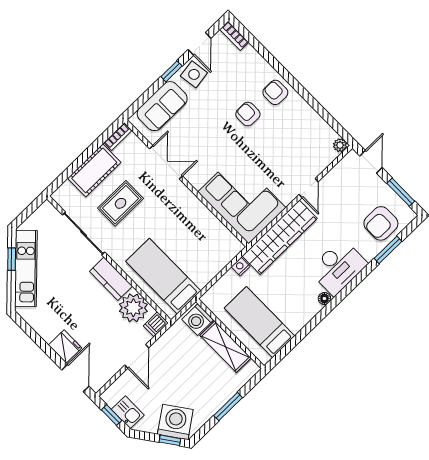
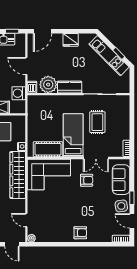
armchair: (248, 114) -> (87, 180), moved
cot: (94, 170) -> (48, 149), moved, turned 90
door: (309, 188) -> (26, 220), moved
bed: (163, 276) -> (73, 135), moved, turned -90
washing machine: (198, 320) -> (19, 93), moved, turned -90
fridge: (65, 347) -> (71, 40), moved
door: (75, 378) -> (43, 31), hinge flipped

